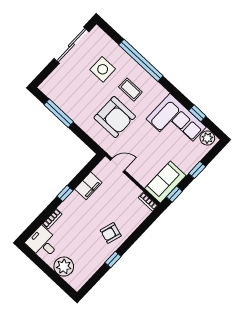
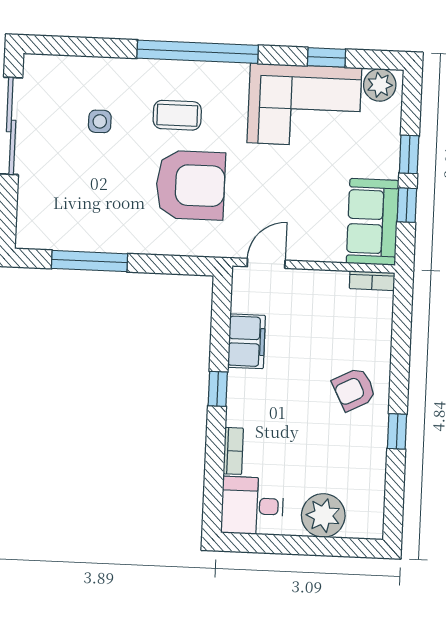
window: (141, 60) -> (198, 52), moved
side table: (103, 69) -> (100, 121), width x0.54, depth x0.54
window: (174, 194) -> (407, 205), moved
armchair: (111, 233) -> (354, 389), turned 46

